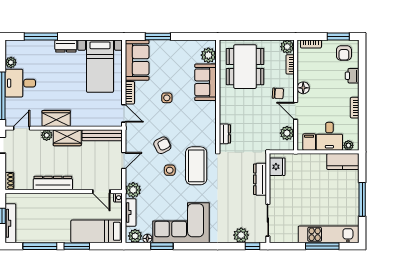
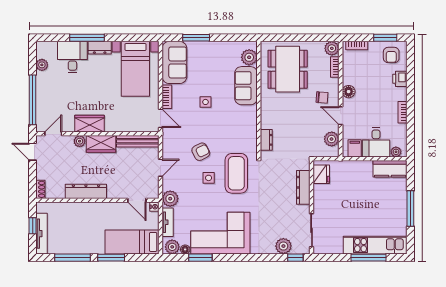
window: (41, 37) -> (87, 38), moved
desk: (20, 83) -> (72, 57), moved, turned 90

